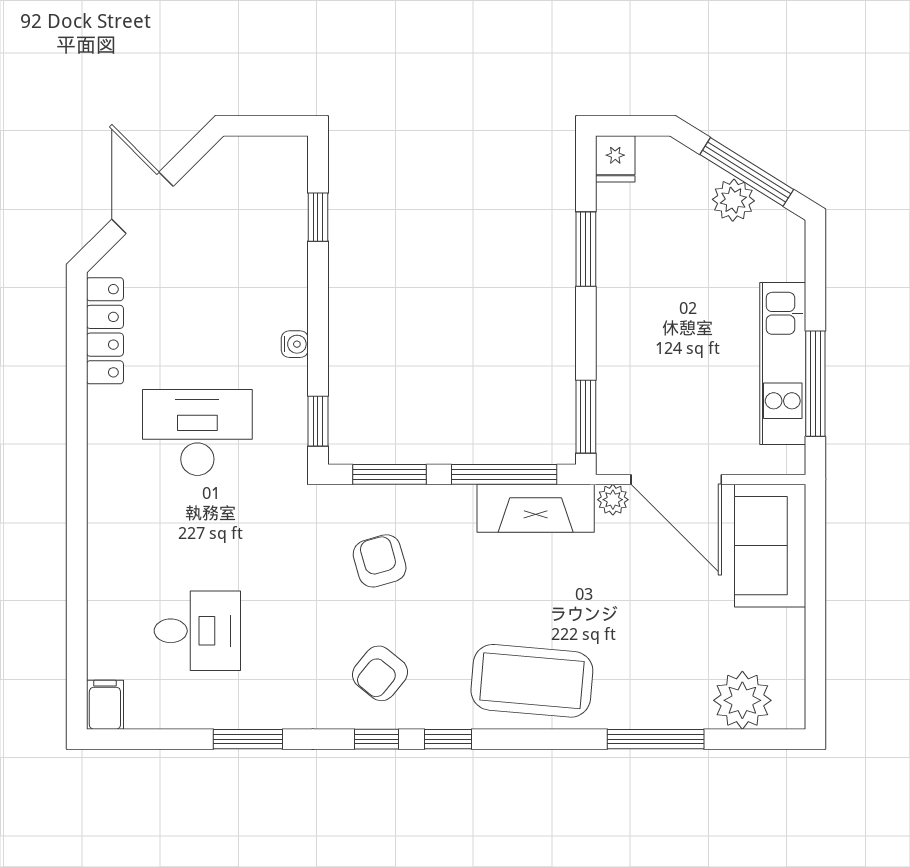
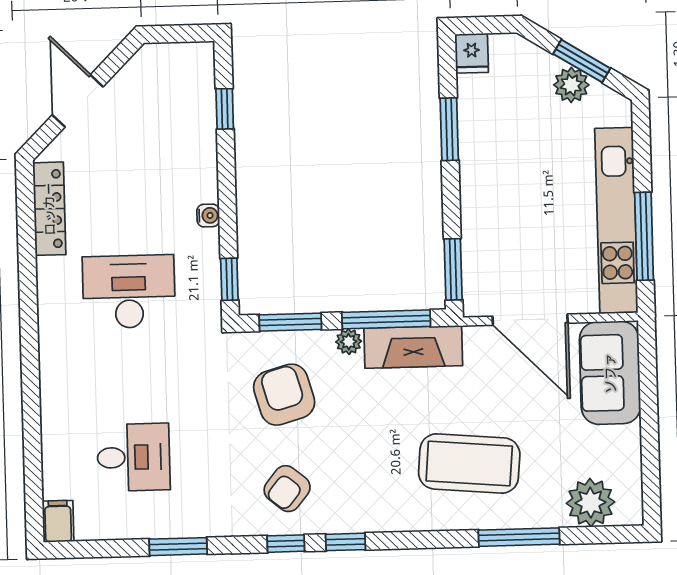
window: (747, 172) -> (582, 61), width x0.69
kitchen unit: (783, 364) -> (616, 220), width x1.36
plant: (613, 500) -> (349, 342), moved
armchair: (380, 561) -> (284, 395), width x1.38, depth x1.38
coffee table: (532, 681) -> (469, 463), moved

